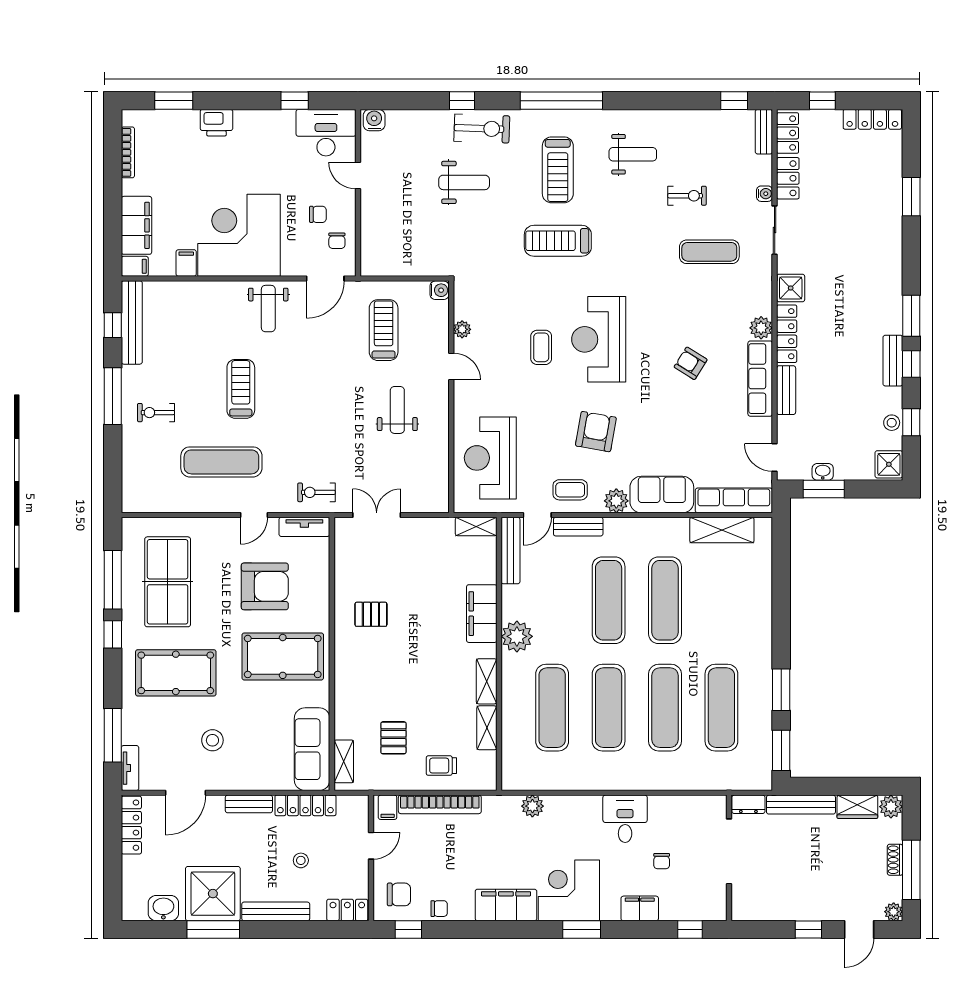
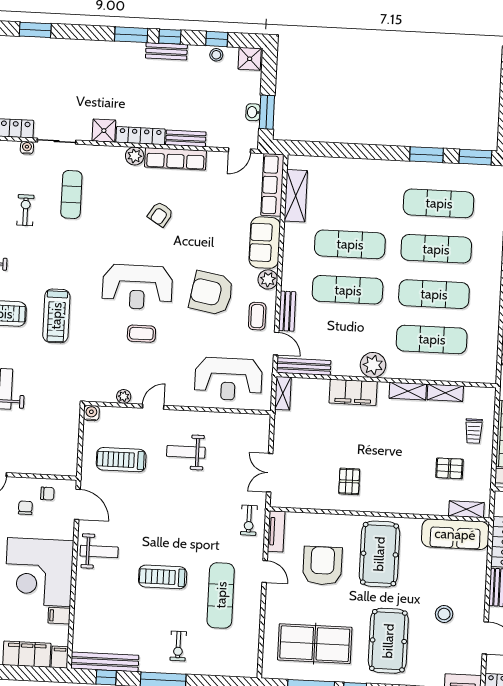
armchair: (596, 432) -> (211, 293), width x1.36, depth x1.36

